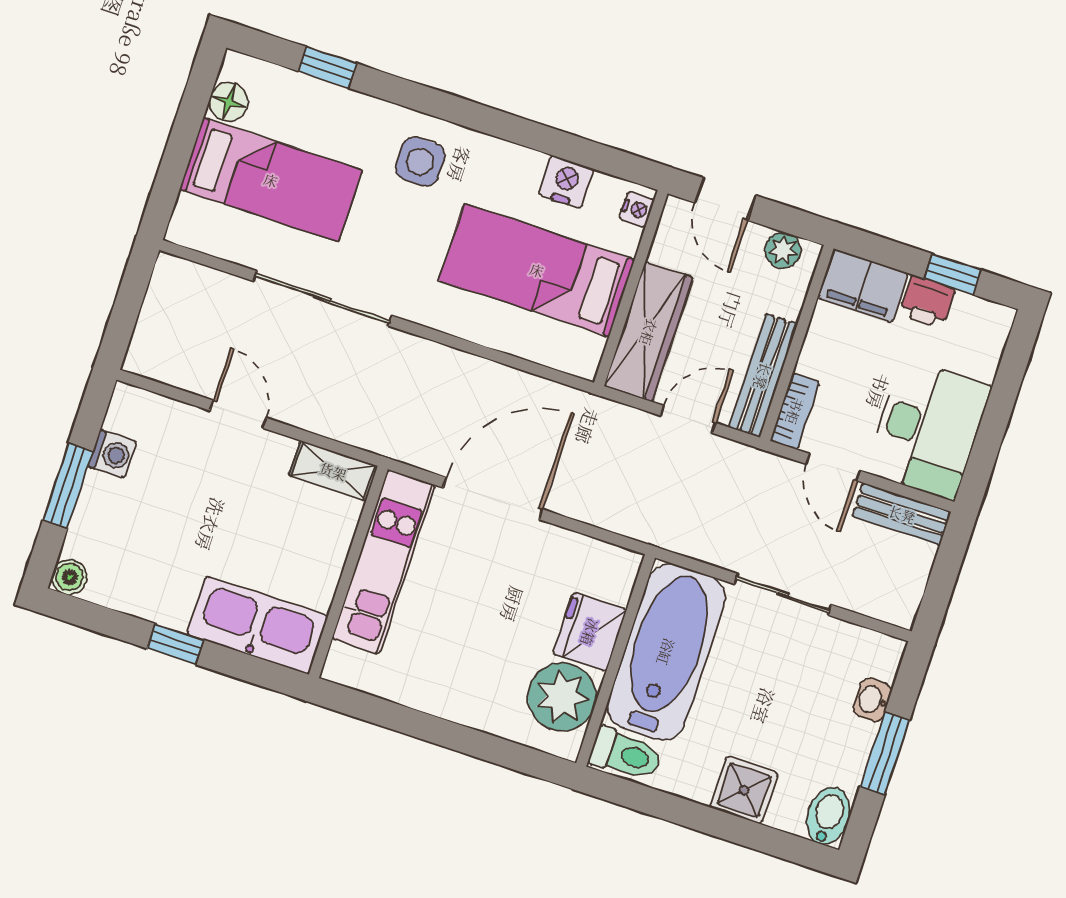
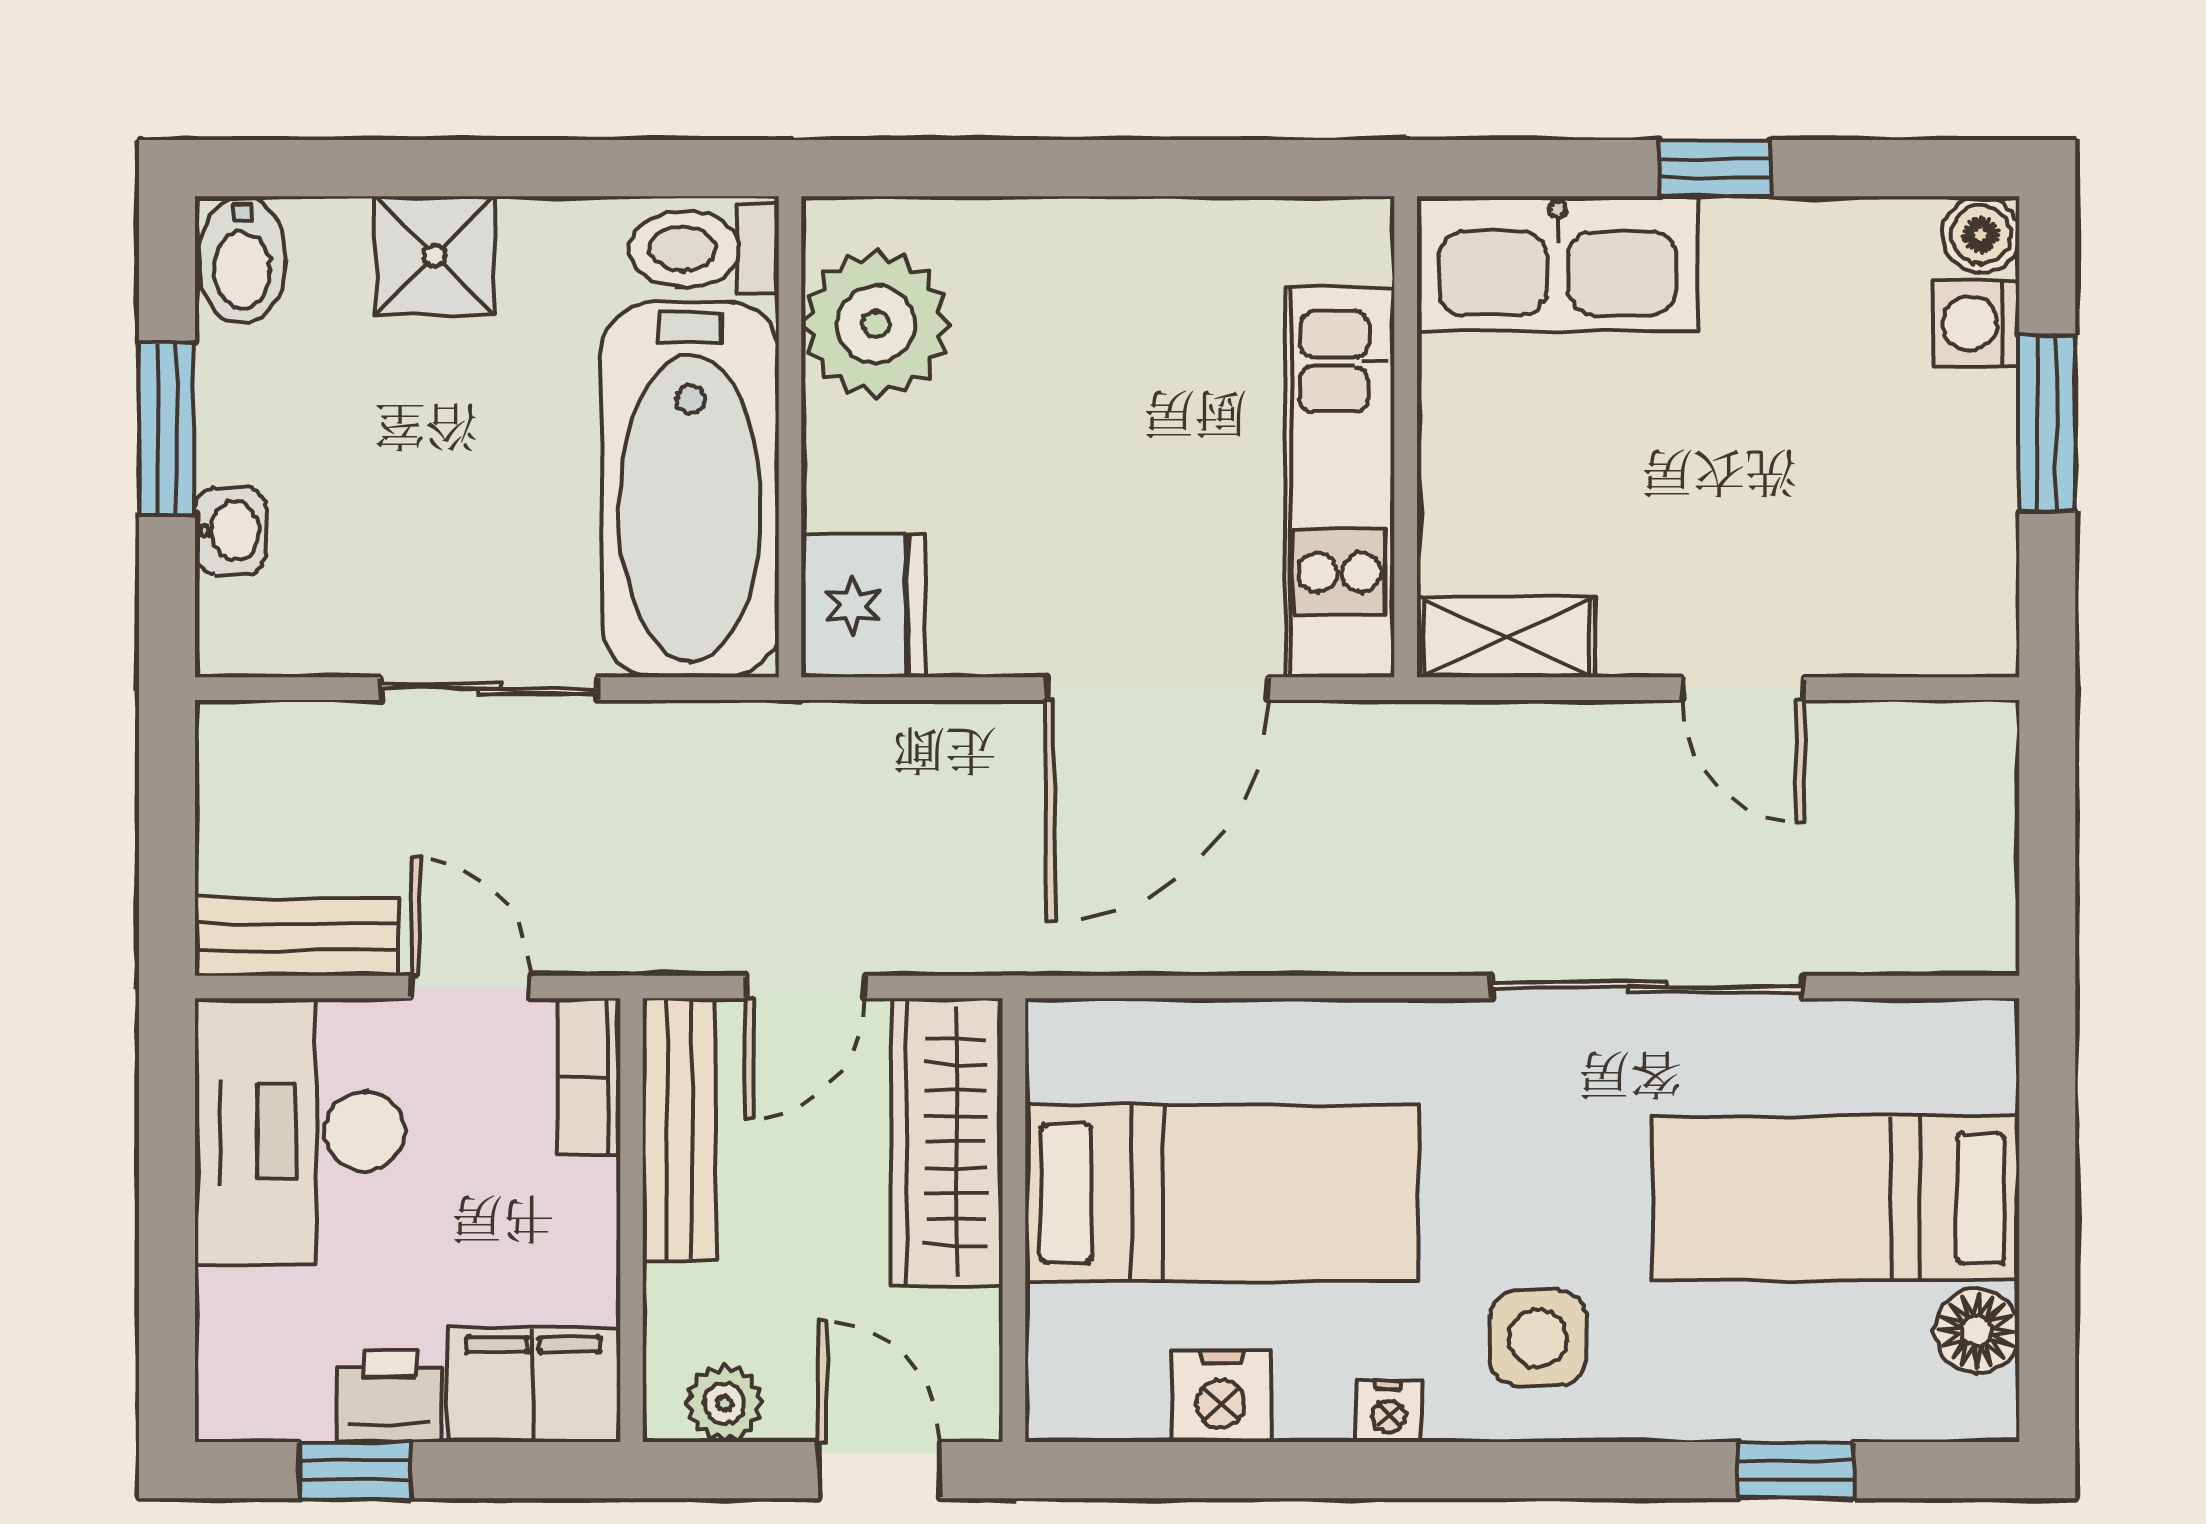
nightstand: (637, 209) -> (1388, 1411), moved, turned -90
washing machine: (112, 454) -> (1977, 323), moved
fridge: (590, 632) -> (863, 606), moved

